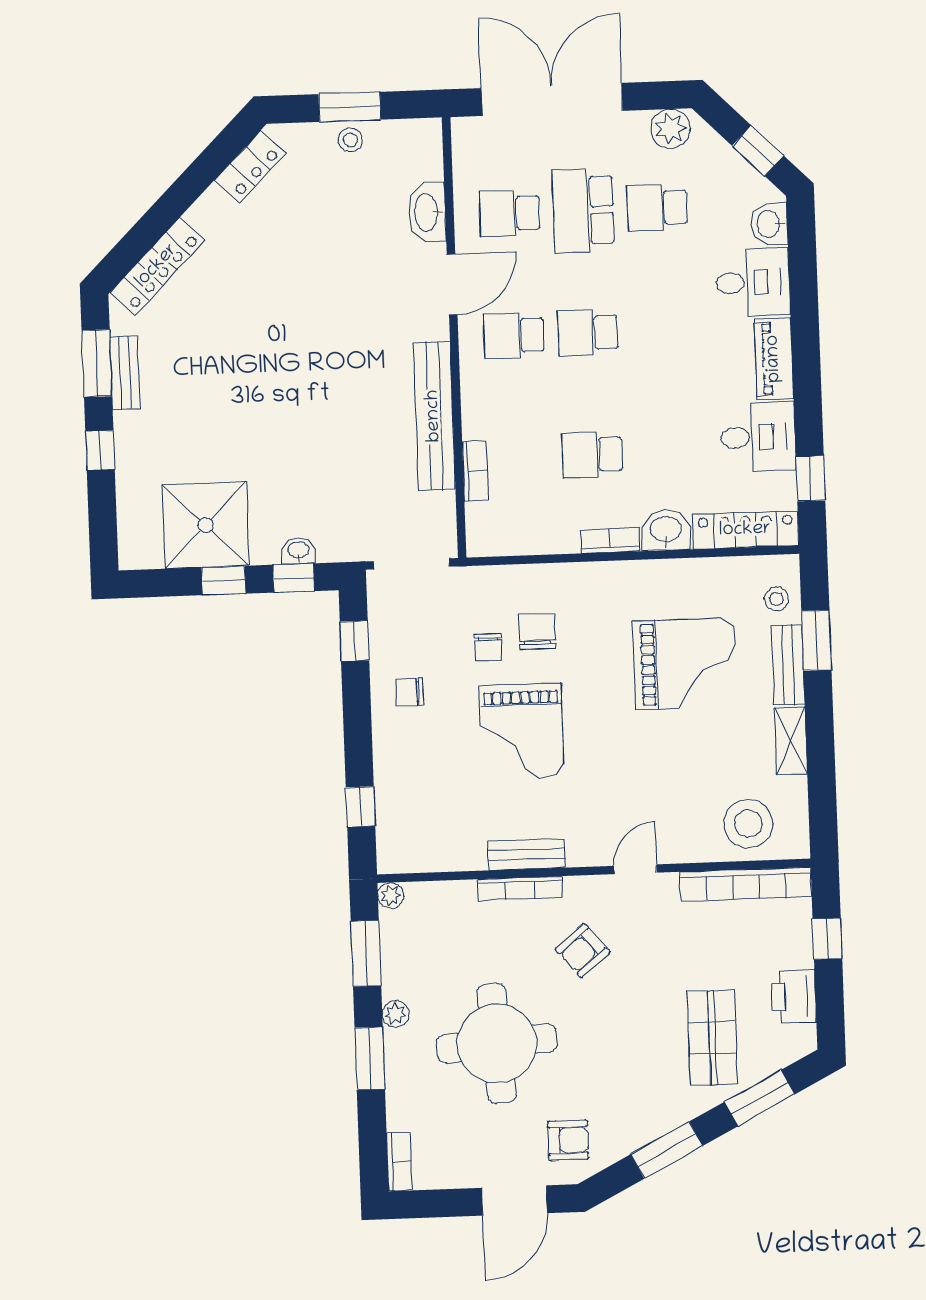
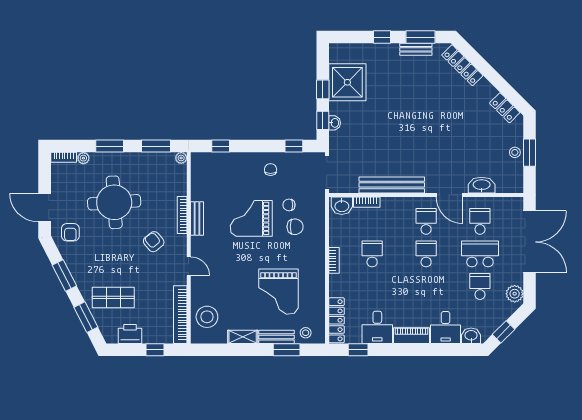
washbasin: (666, 530) -> (342, 206), moved, turned 90
plant: (395, 1014) -> (83, 158), moved

